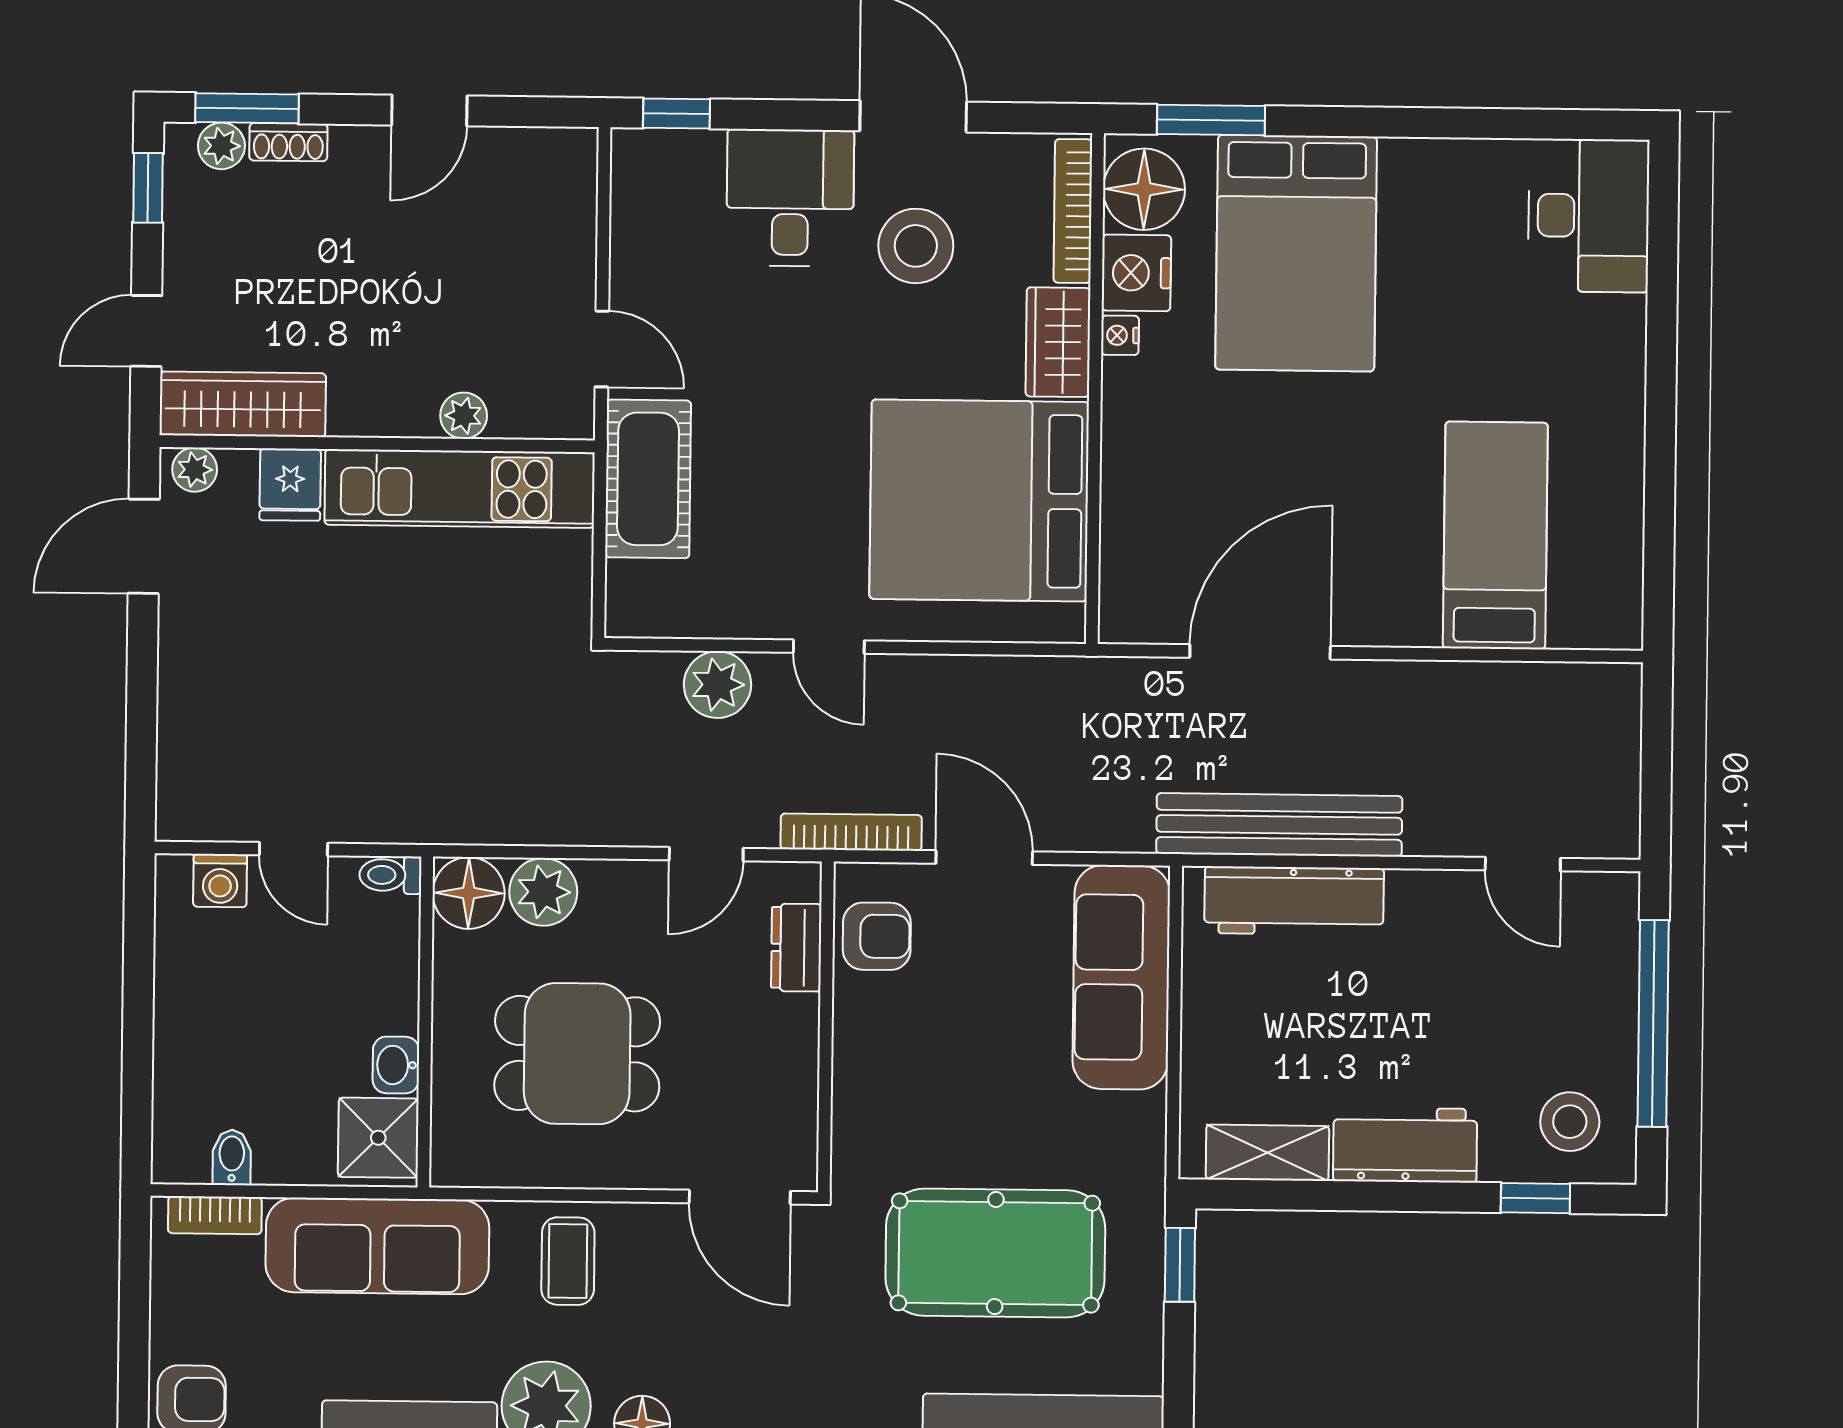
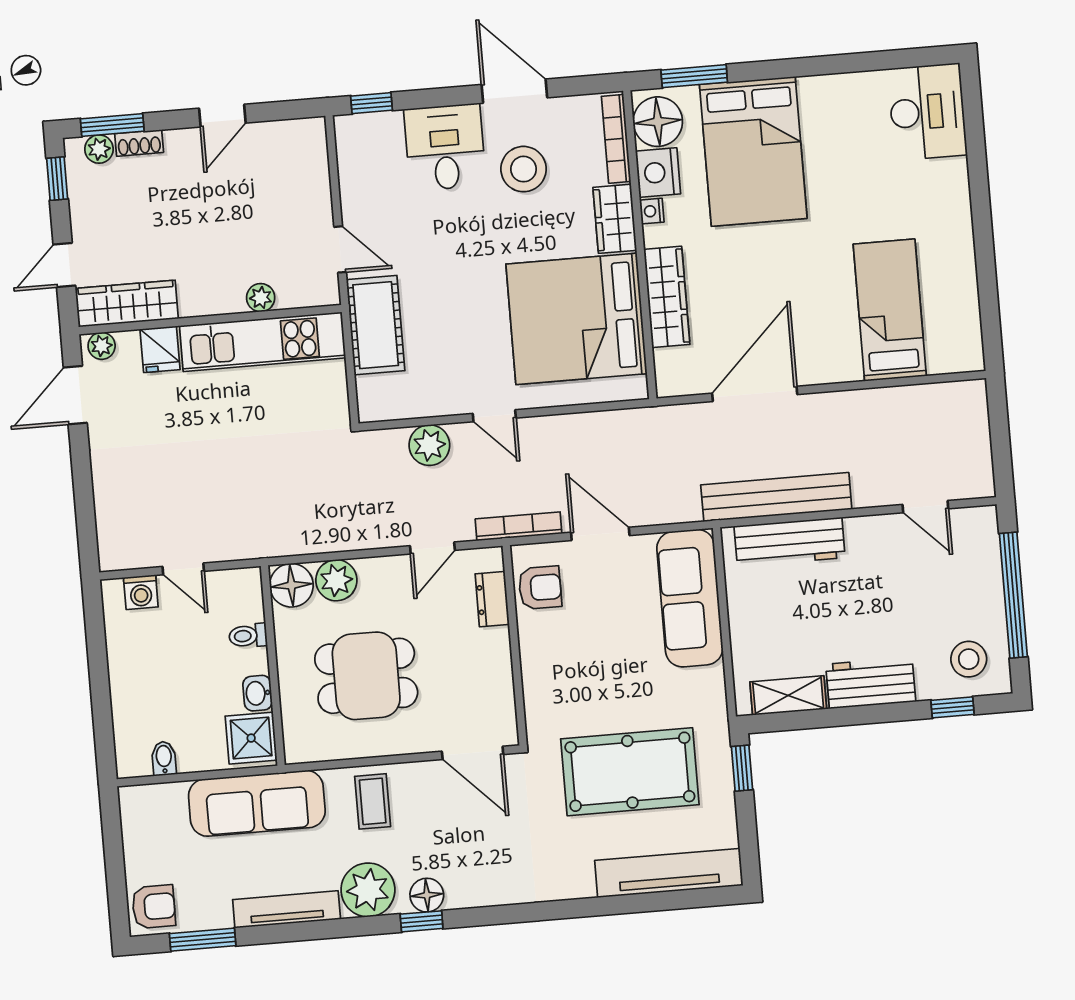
wardrobe: (1131, 479) -> (667, 297), added
toilet: (390, 875) -> (248, 636), moved
bookcase: (215, 1215) -> (157, 794), removed

